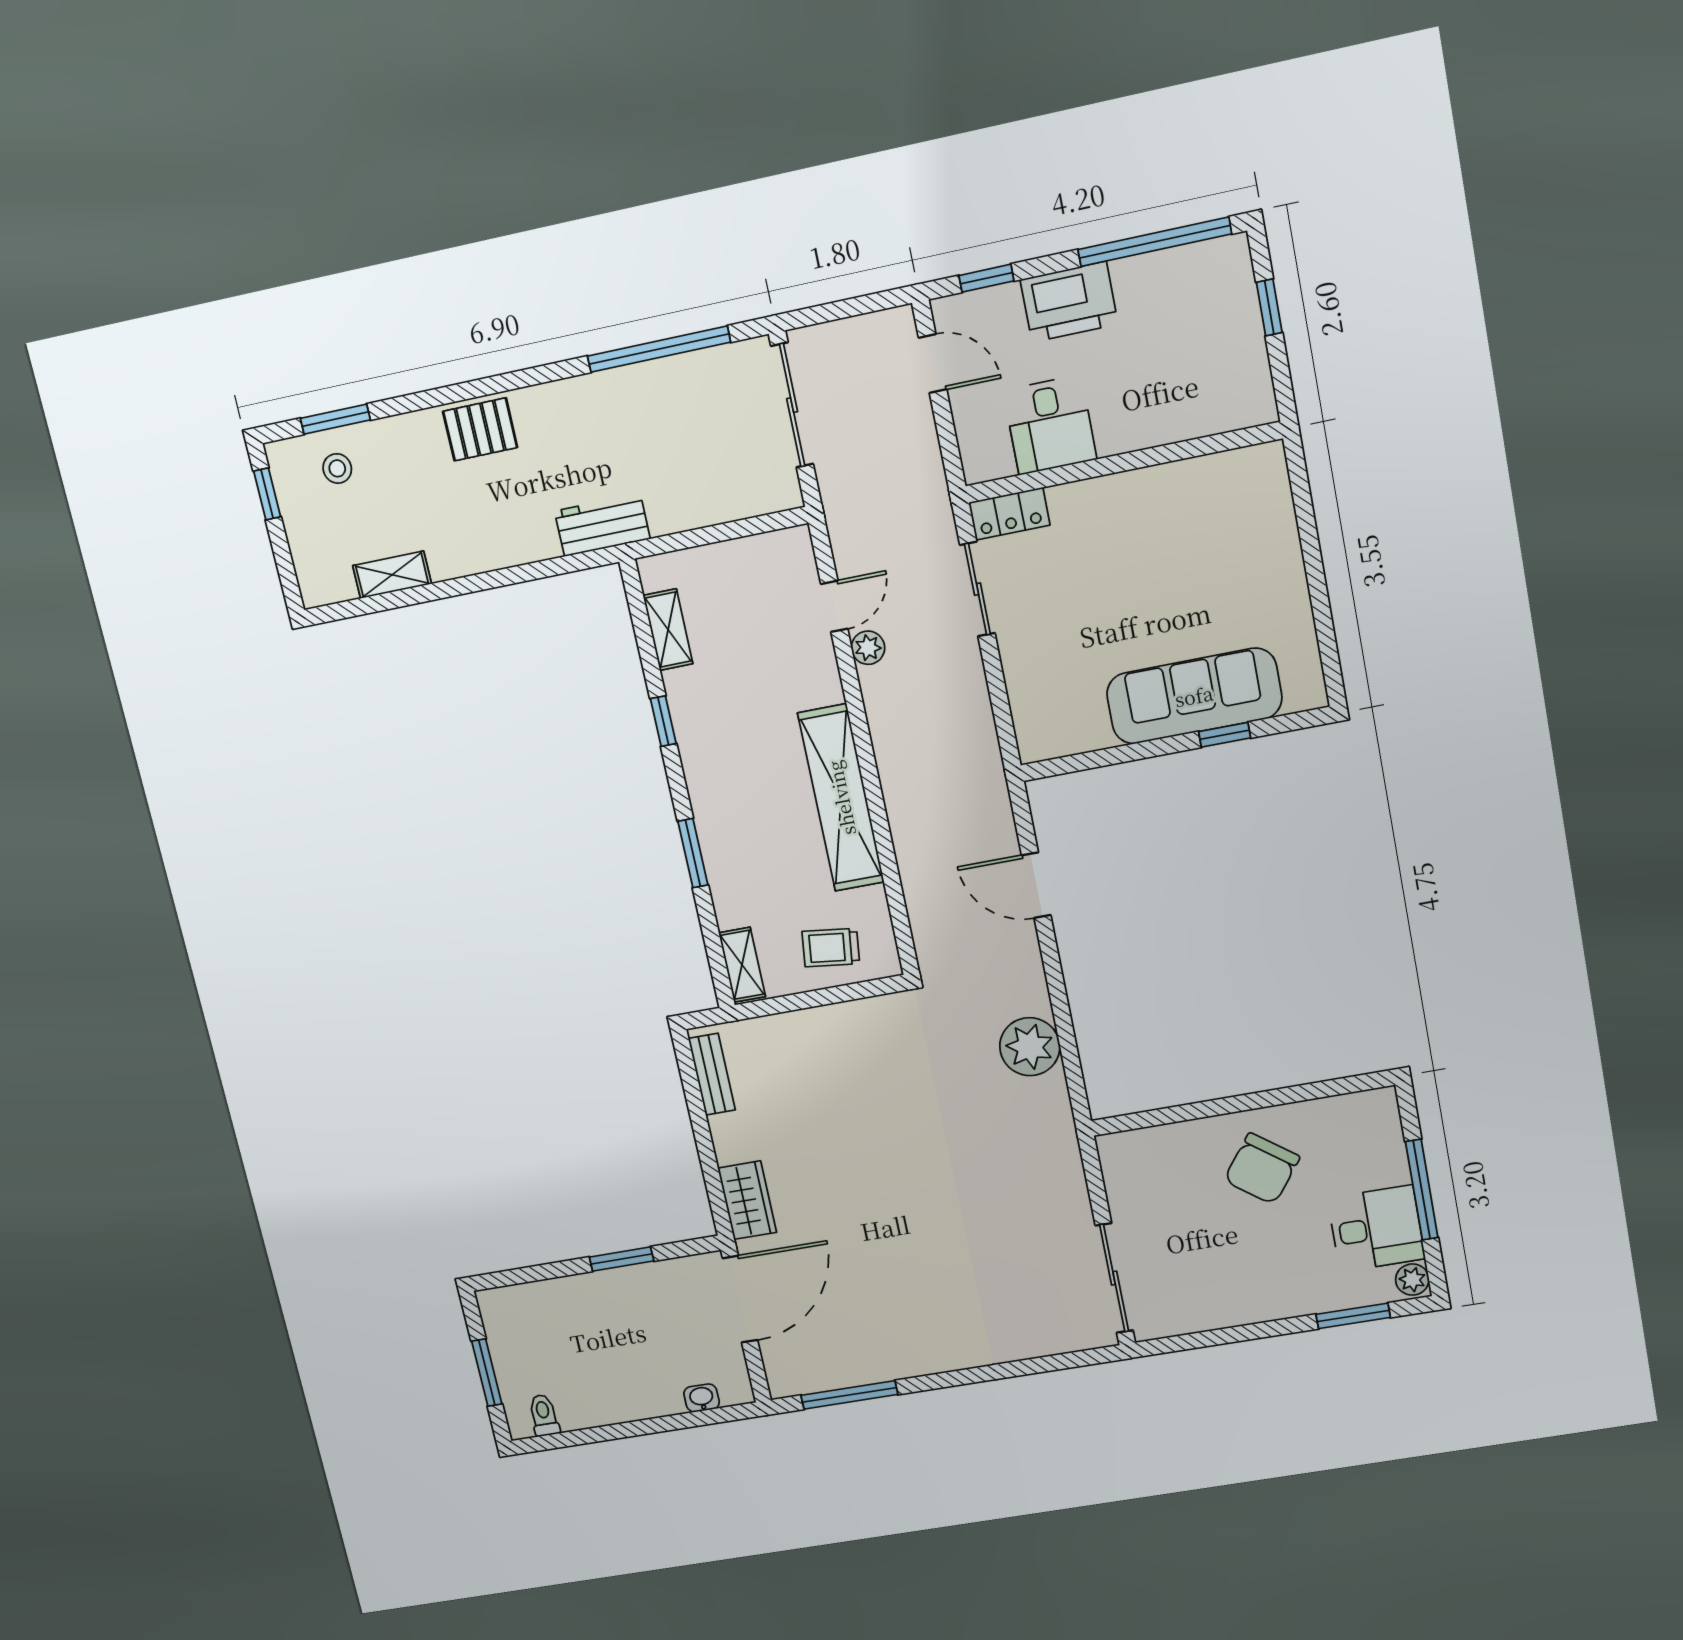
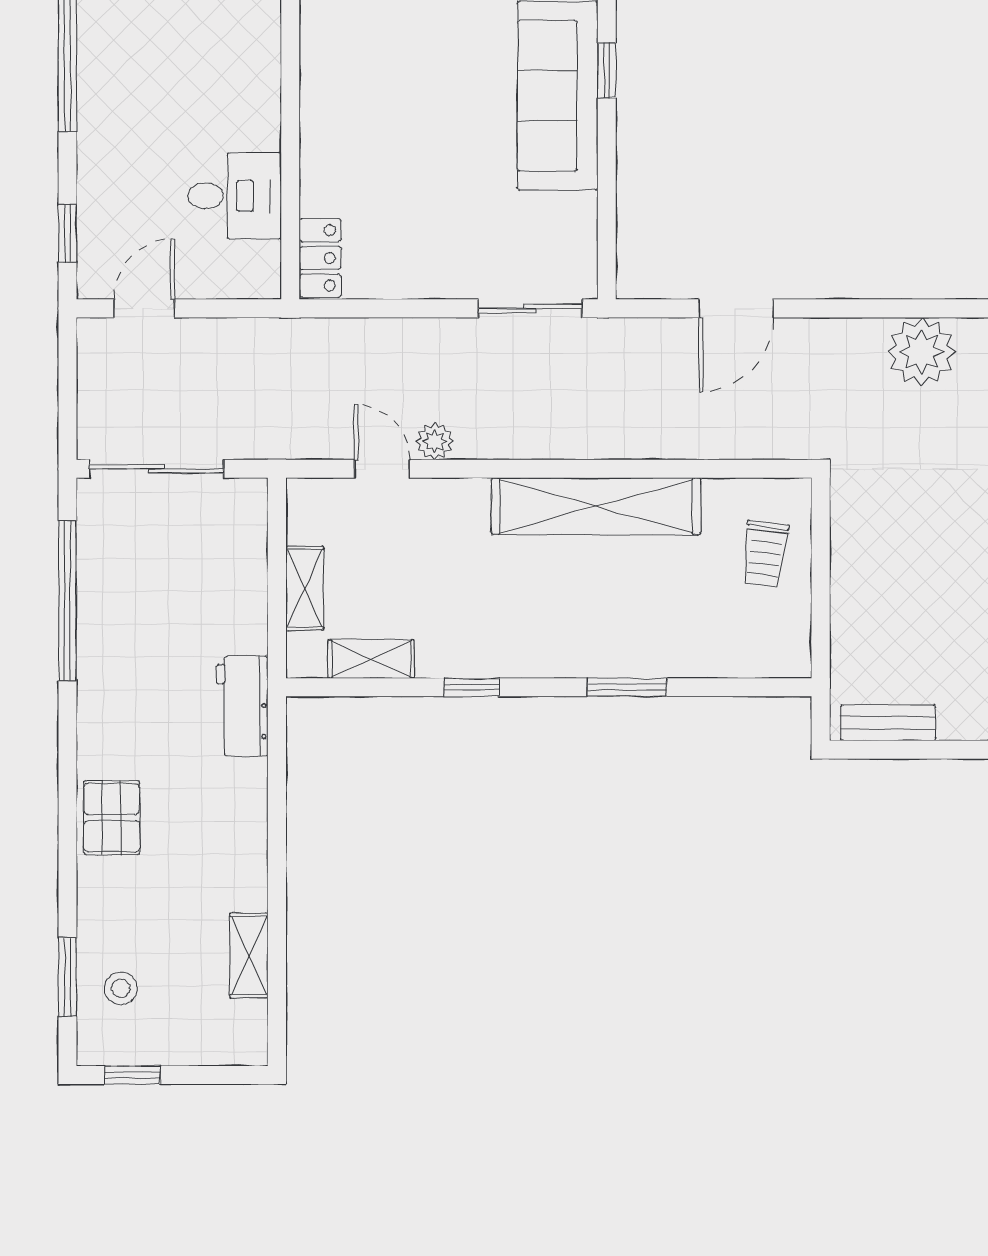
printer: (1069, 302) -> (110, 151), removed
sliding door: (977, 589) -> (530, 308), moved
shelving: (742, 965) -> (305, 588), moved, turned 90

